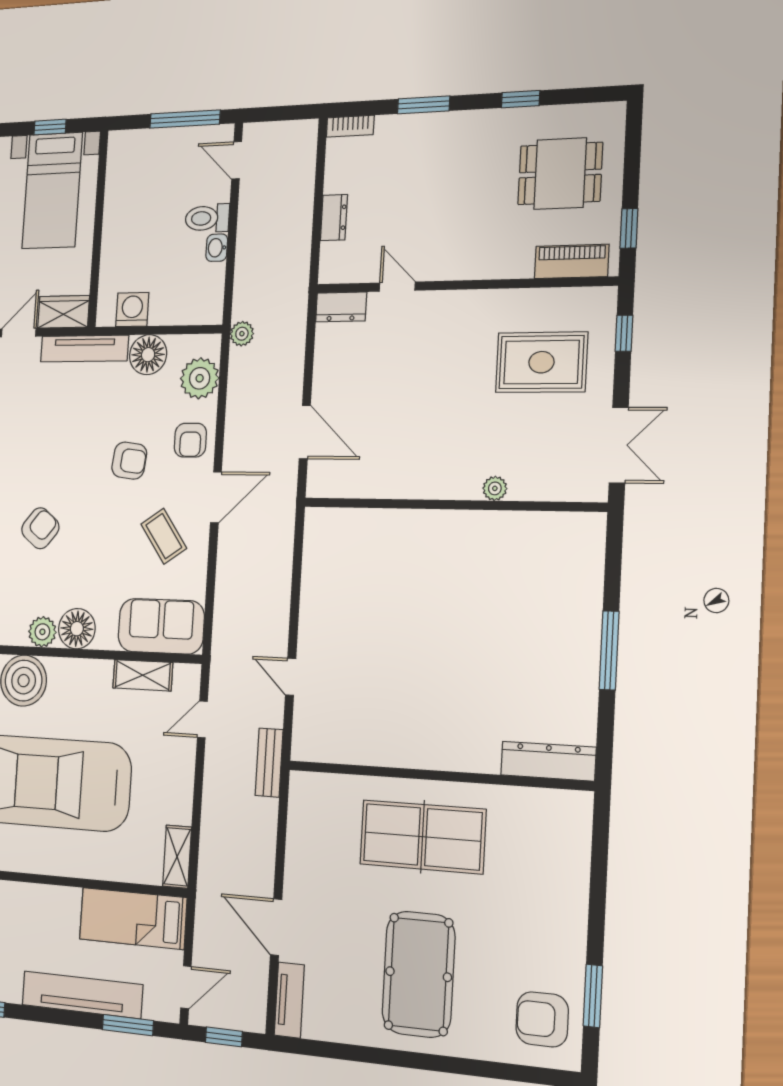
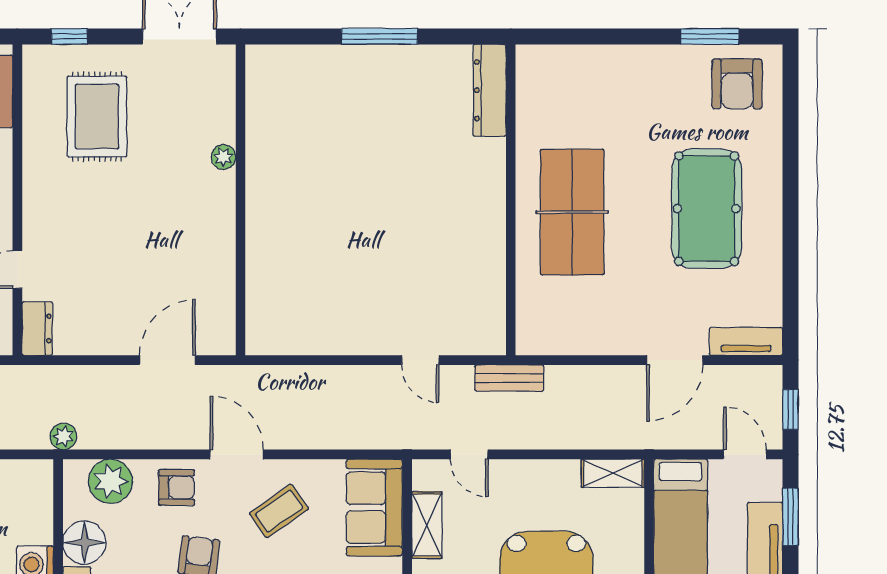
door: (291, 677) -> (420, 360), hinge flipped
pool table: (419, 974) -> (707, 209), turned 90

